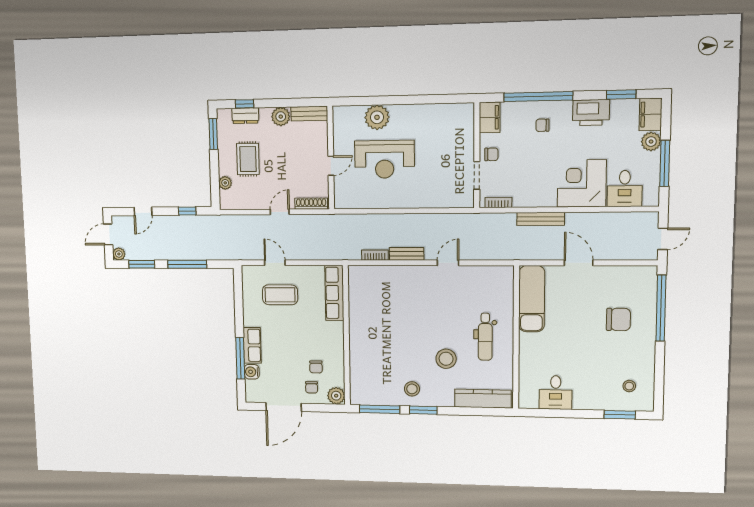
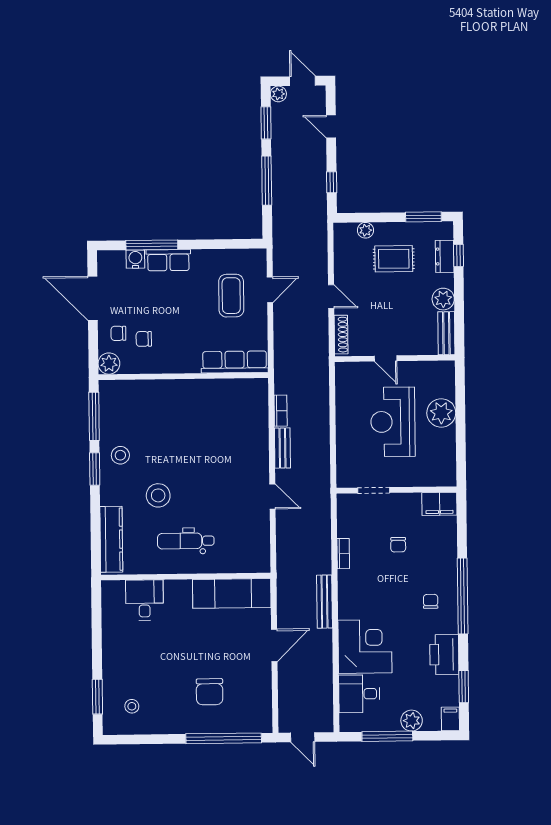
filing cabinet: (650, 114) -> (450, 719), width x0.50
filing cabinet: (490, 117) -> (439, 504), moved
wall: (477, 155) -> (396, 490), moved
doorway: (477, 175) -> (374, 490), moved
desk: (556, 392) -> (145, 600), moved, turned 90

